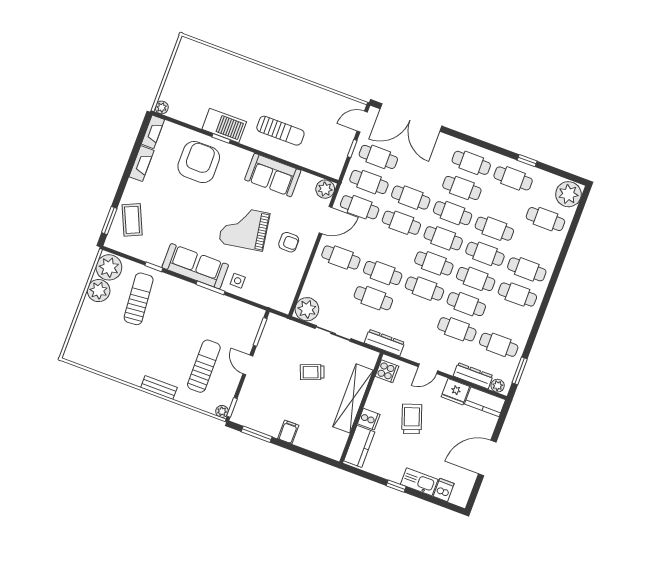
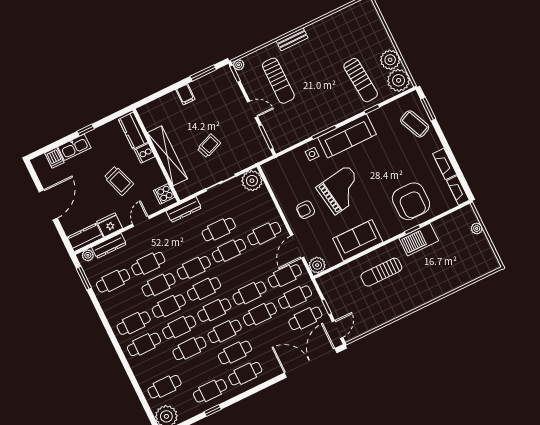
plant: (162, 107) -> (477, 229), moved

